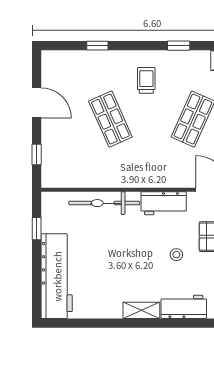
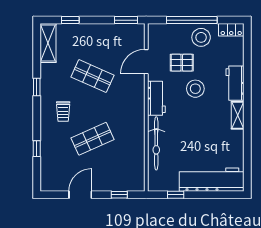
trolley: (146, 80) -> (63, 111), turned -90
stool: (176, 255) -> (195, 89), width x1.89, depth x1.89

